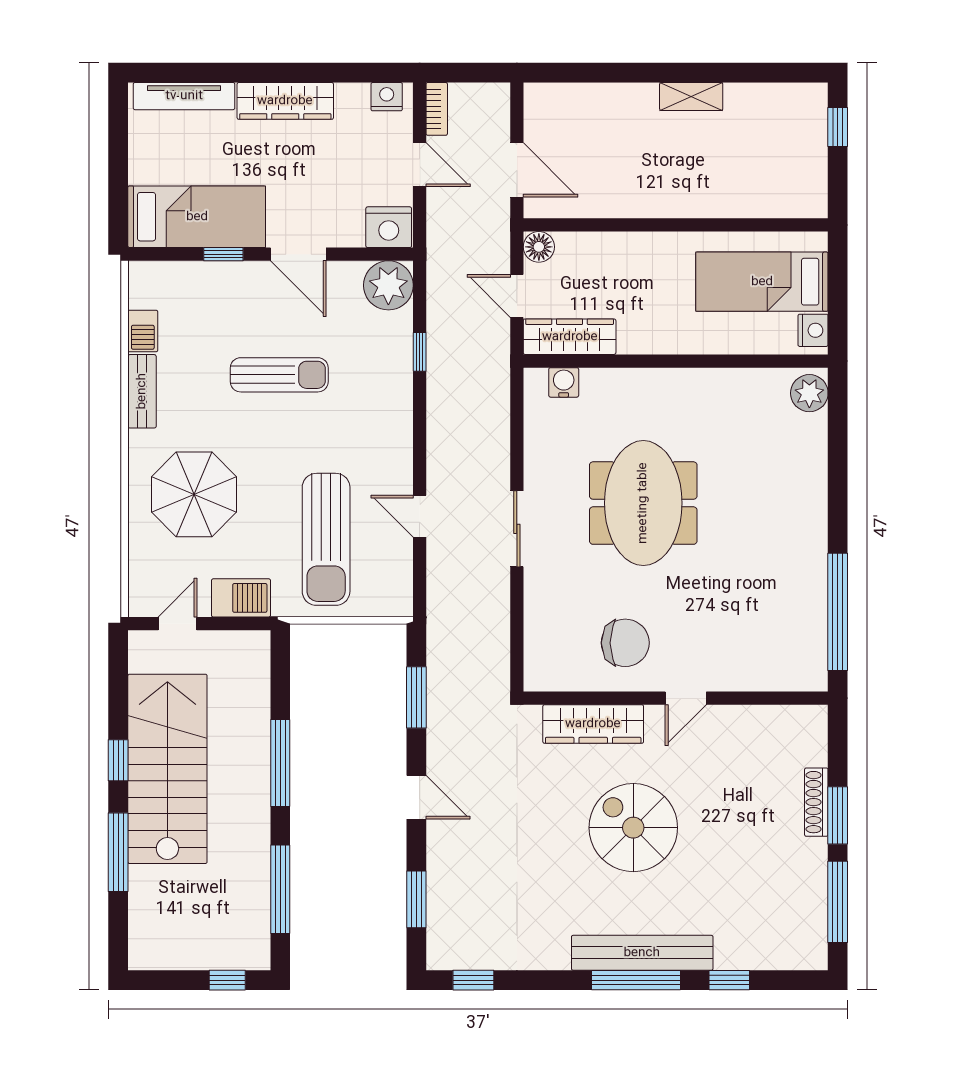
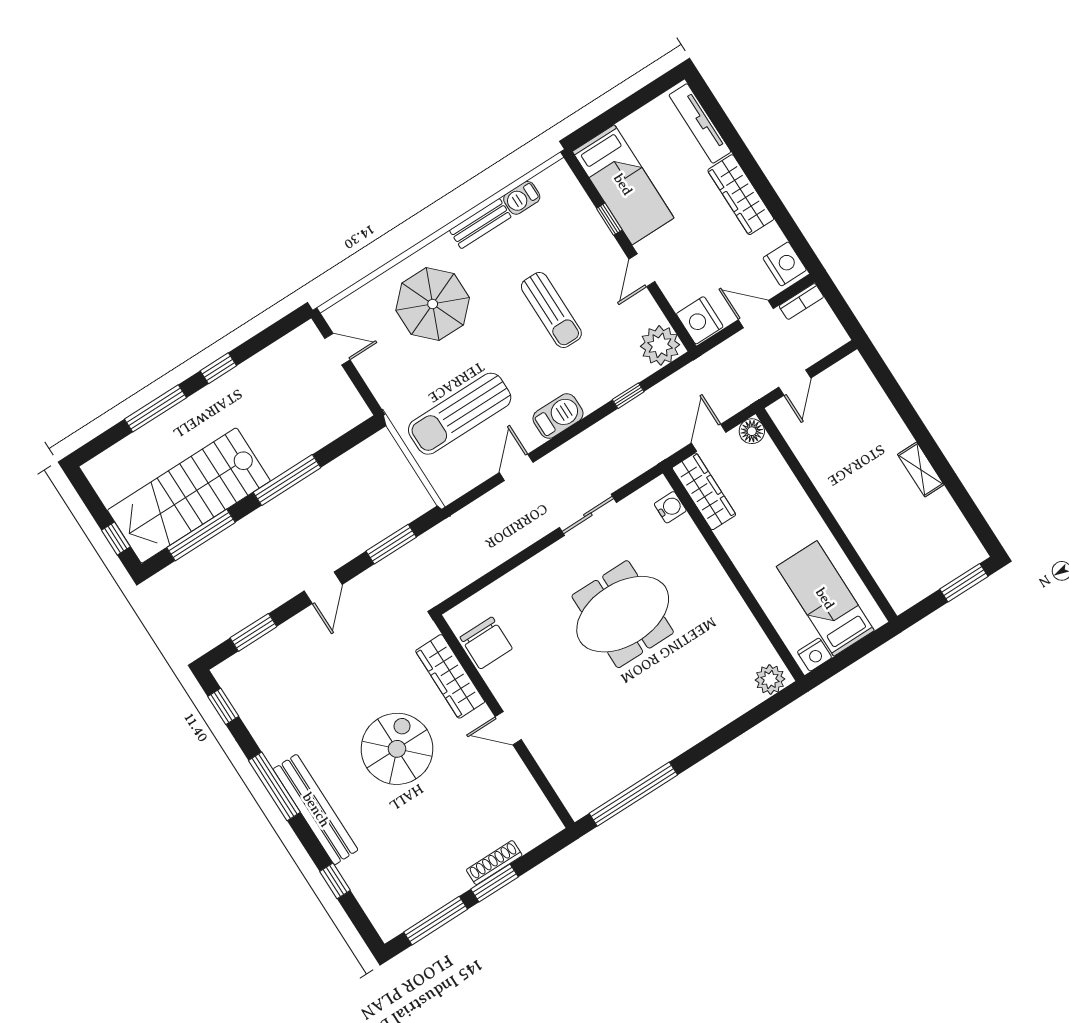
nightstand: (387, 97) -> (785, 264), width x1.36, depth x1.33
window: (838, 127) -> (964, 583), width x1.50
door: (420, 165) -> (756, 314), swing flipped
door: (517, 170) -> (795, 383), width x0.73
door: (298, 254) -> (642, 270), width x0.73
sliding door: (517, 529) -> (588, 515), moved
barbecue: (241, 598) -> (558, 416), moved, turned -90
chair: (625, 643) -> (486, 643), moved
stairs: (167, 769) -> (189, 495), moved, turned 180
window: (636, 980) -> (274, 786), moved

